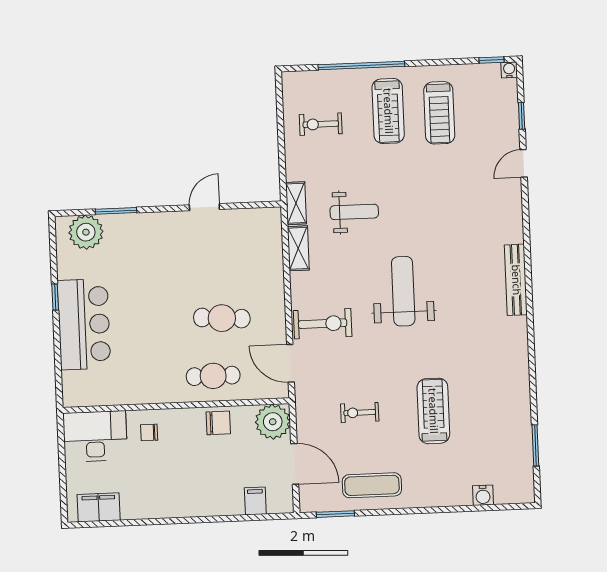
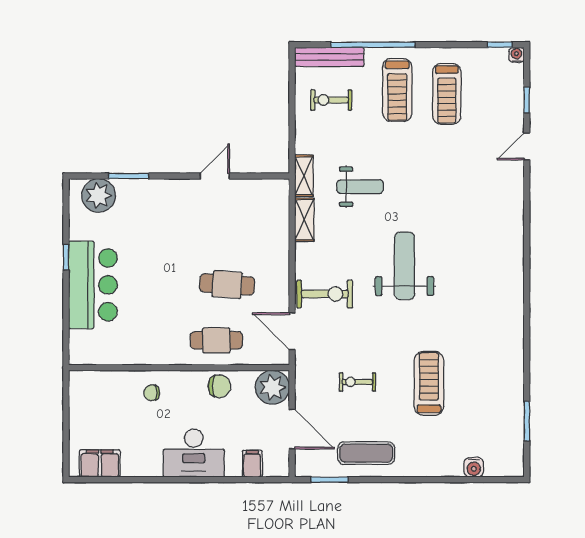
bench: (516, 280) -> (329, 57), moved, turned 90
desk: (95, 436) -> (194, 453), moved, turned 180

